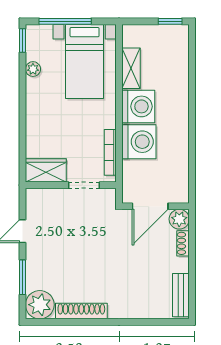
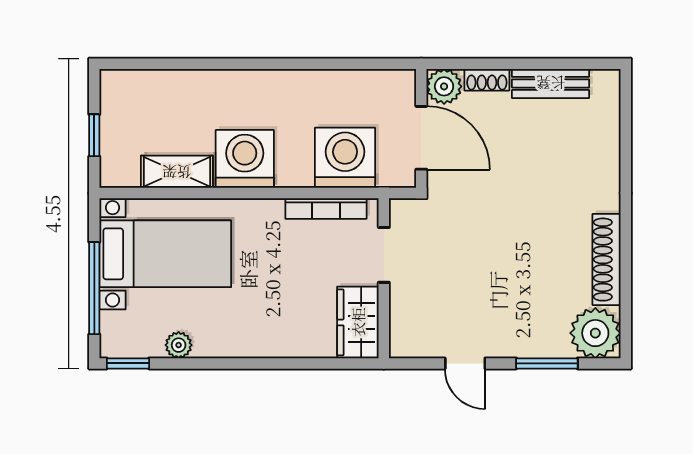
window: (170, 21) -> (94, 135), moved
washing machine: (139, 142) -> (345, 158), moved
bench: (181, 295) -> (551, 83), moved

